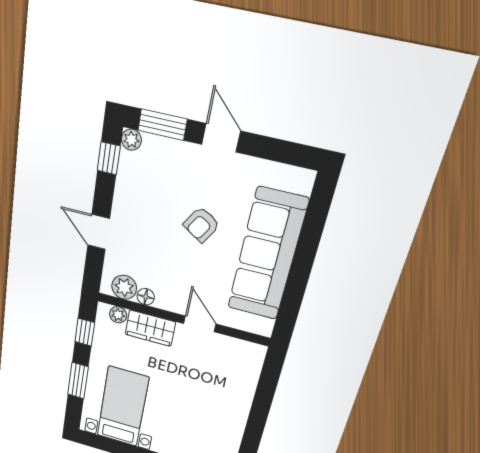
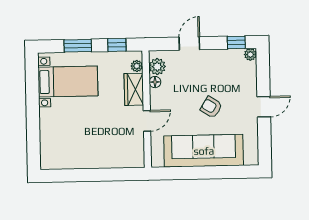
window: (162, 125) -> (263, 71), removed

